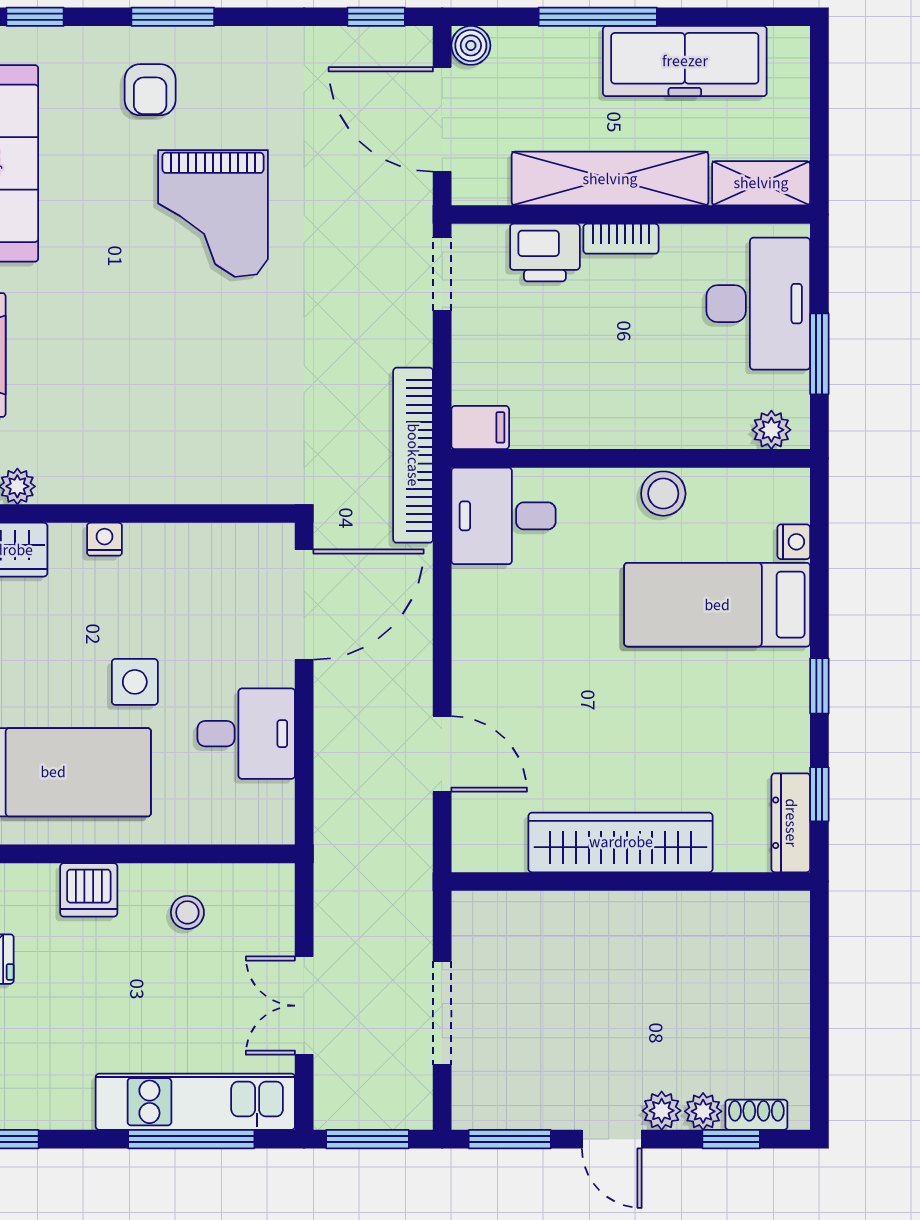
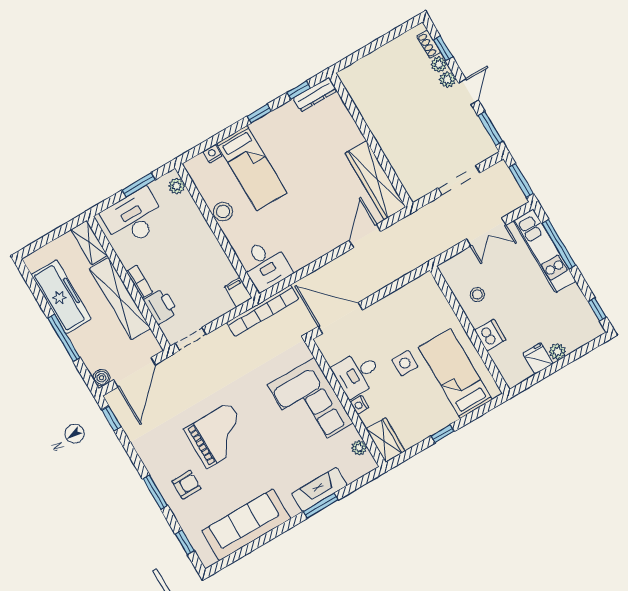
corner sofa: (166, 440) -> (310, 404), added
desk: (246, 734) -> (357, 374), moved, turned -90
wardrobe: (621, 842) -> (375, 180), moved

